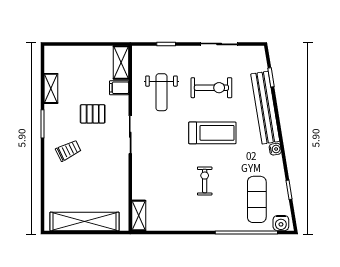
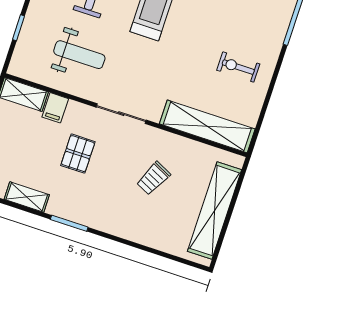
trolley: (68, 151) -> (153, 178), moved, turned -128
exercise bike: (205, 181) -> (238, 67), moved
shelving: (139, 216) -> (207, 126), width x2.20, depth x1.33

